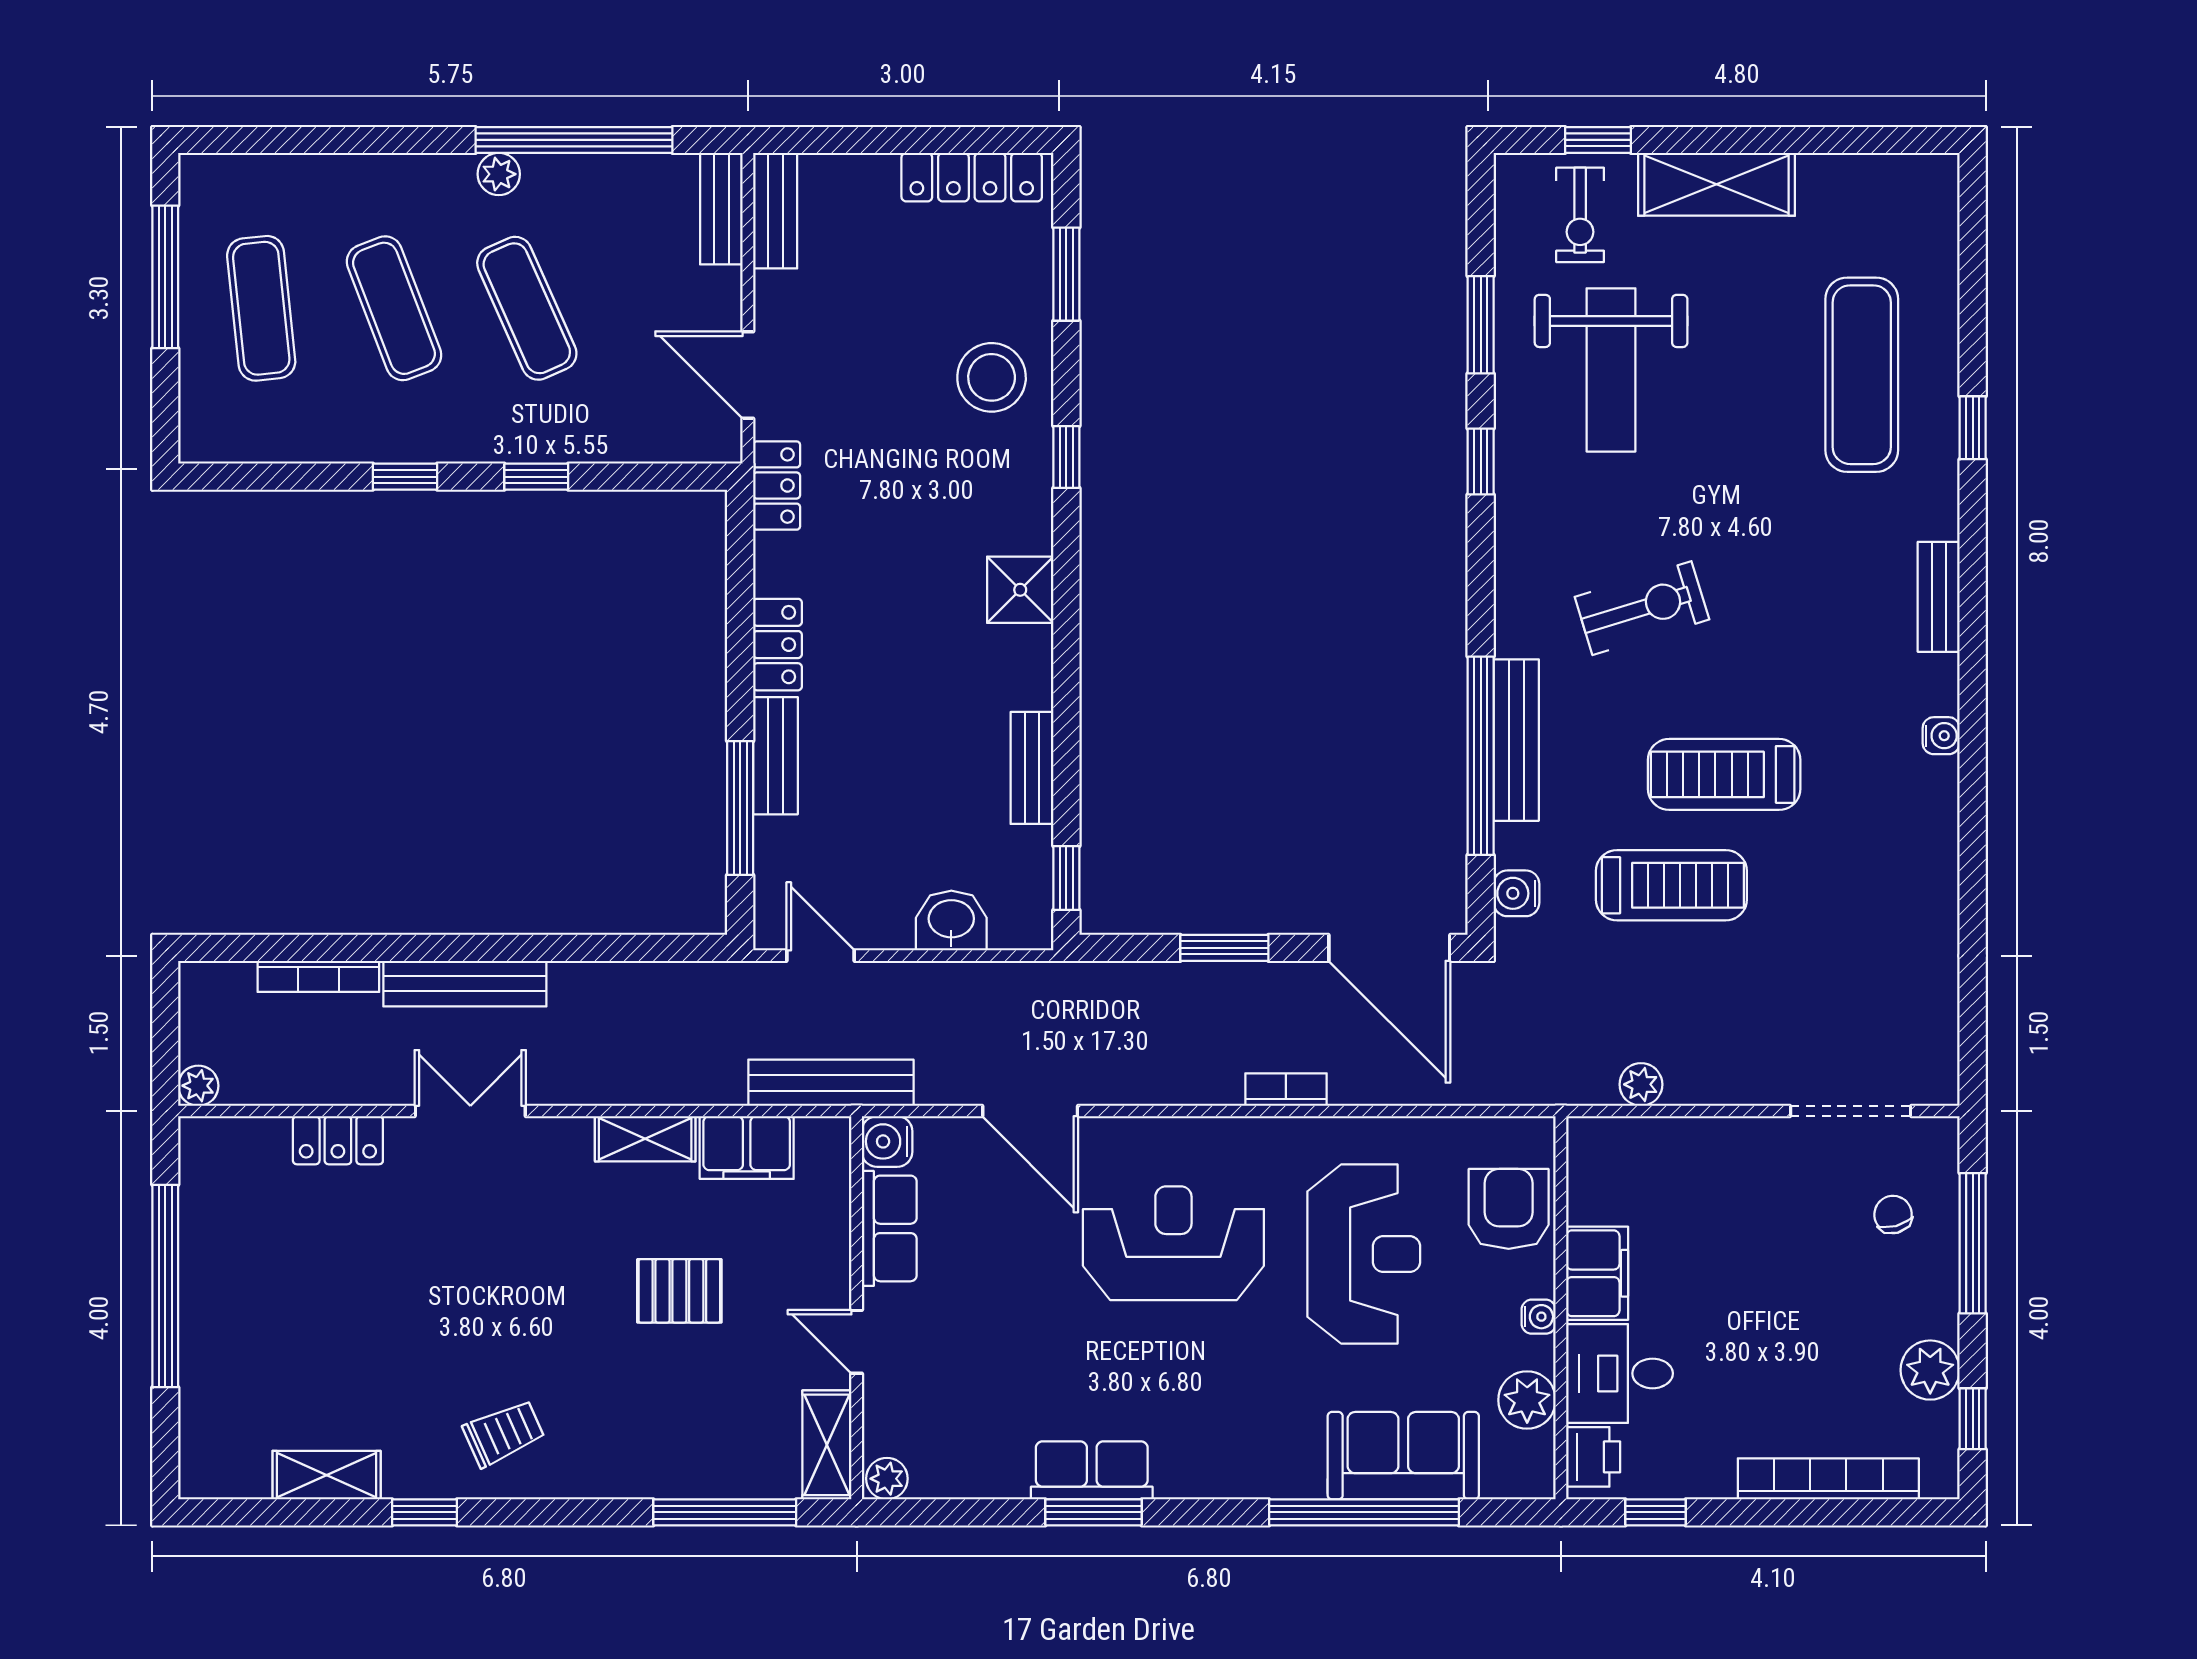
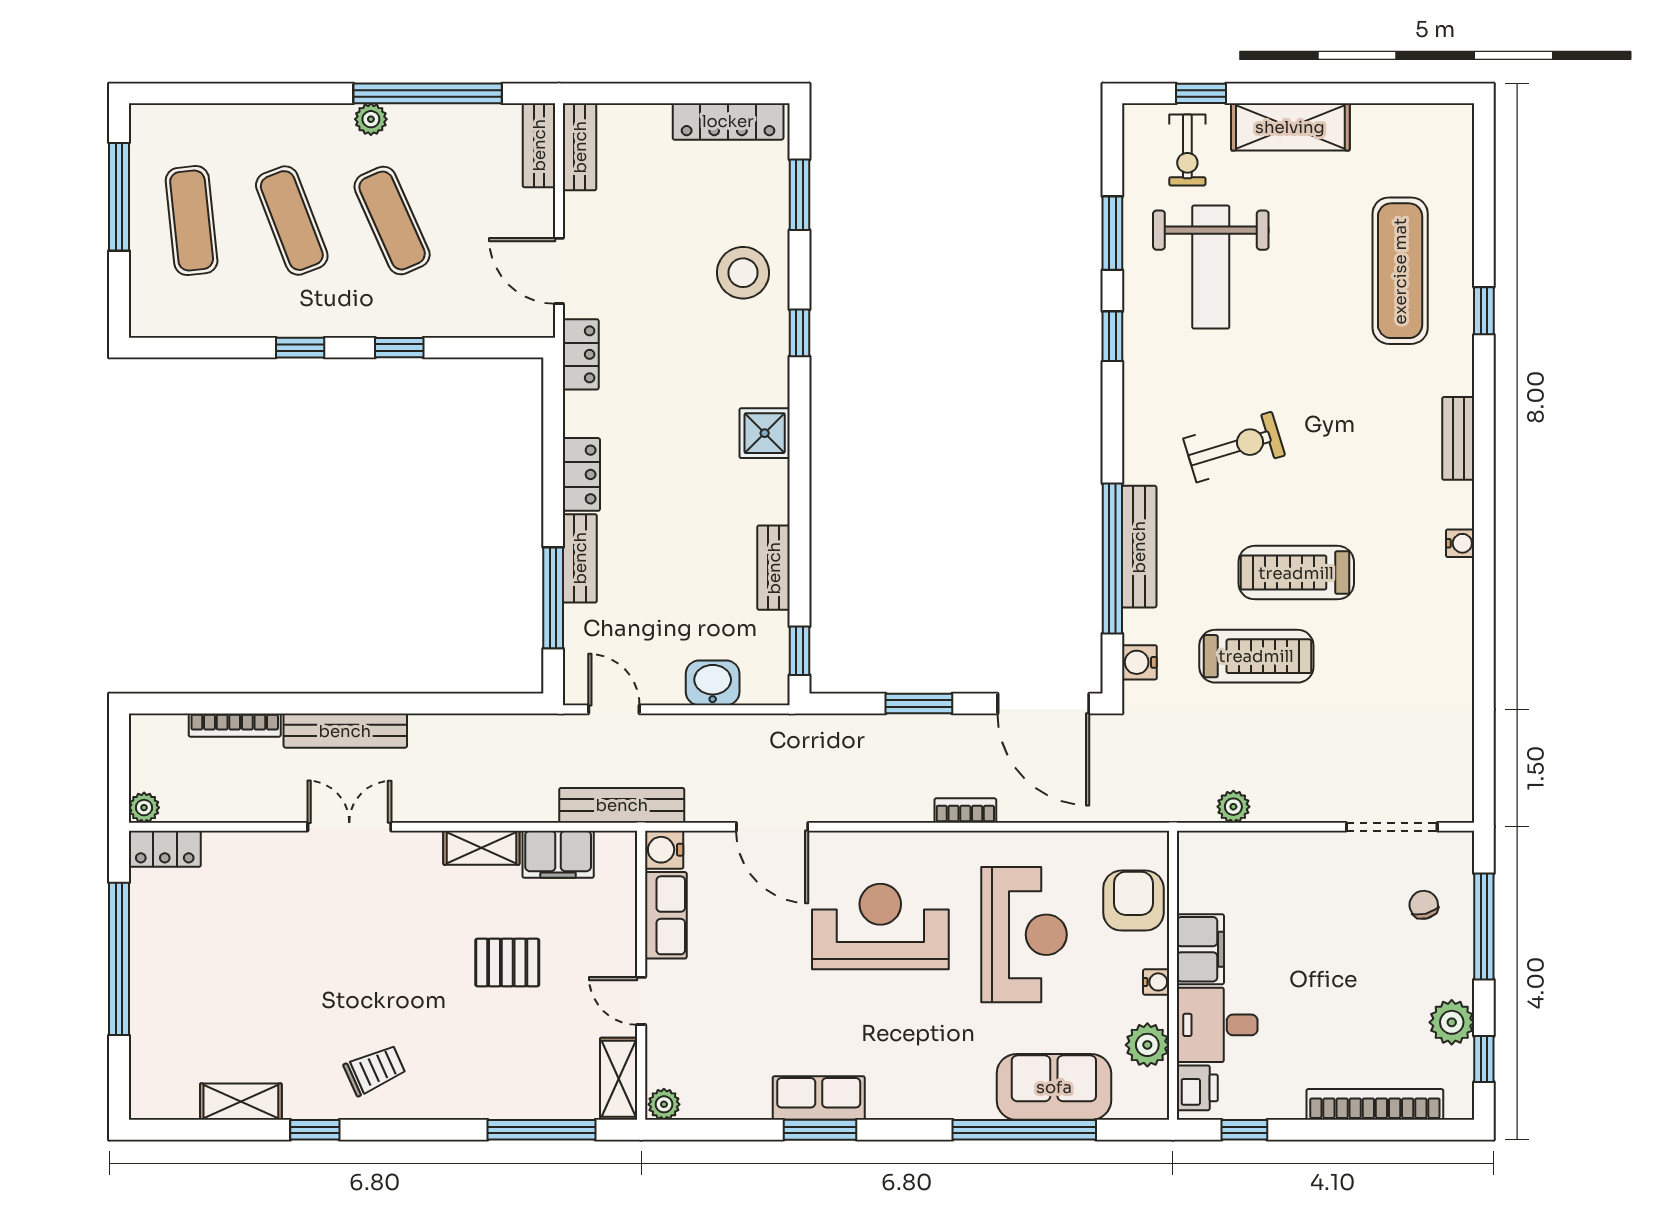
locker: (338, 1140) -> (165, 849), moved

